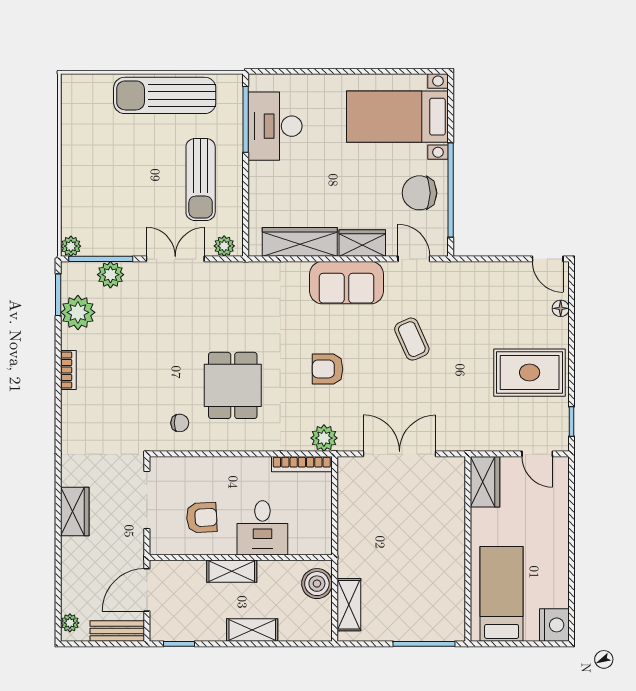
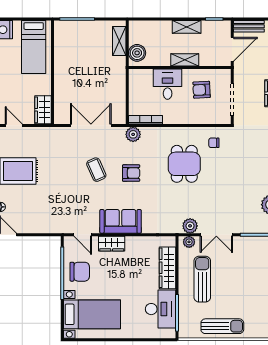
sun lounger: (165, 95) -> (222, 326), width x0.73, depth x0.75
wardrobe: (300, 242) -> (167, 268), moved, turned 90
plant: (110, 275) -> (190, 226), moved
coffee table: (412, 339) -> (96, 170), moved
double door: (400, 454) -> (91, 126), swing flipped
shelving: (252, 630) -> (187, 27), moved

